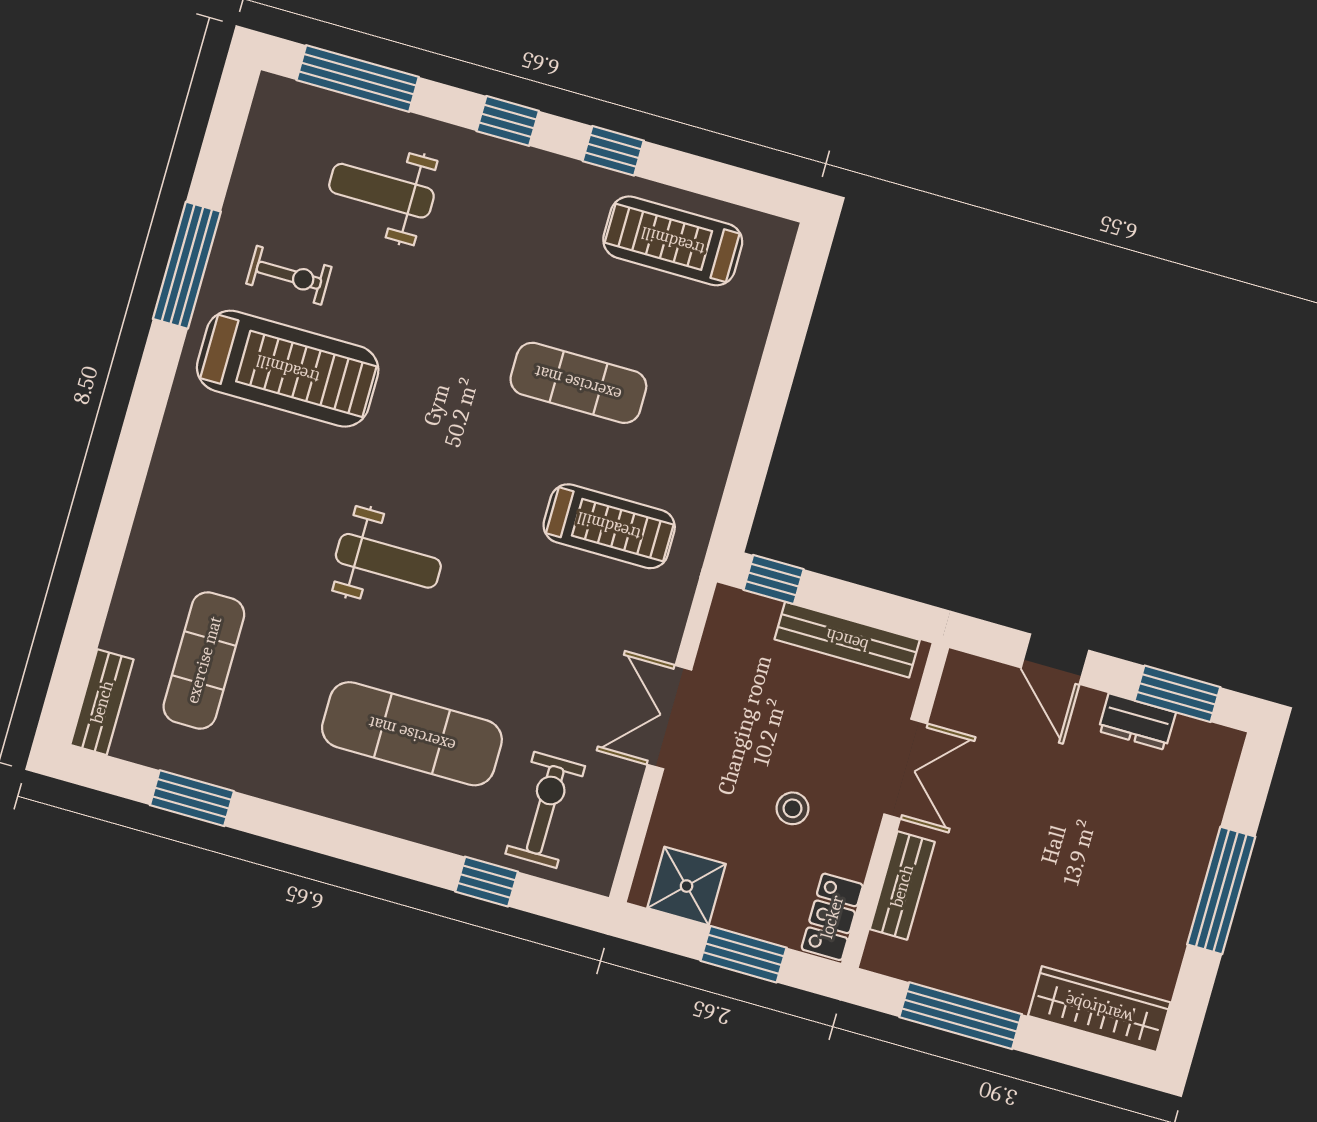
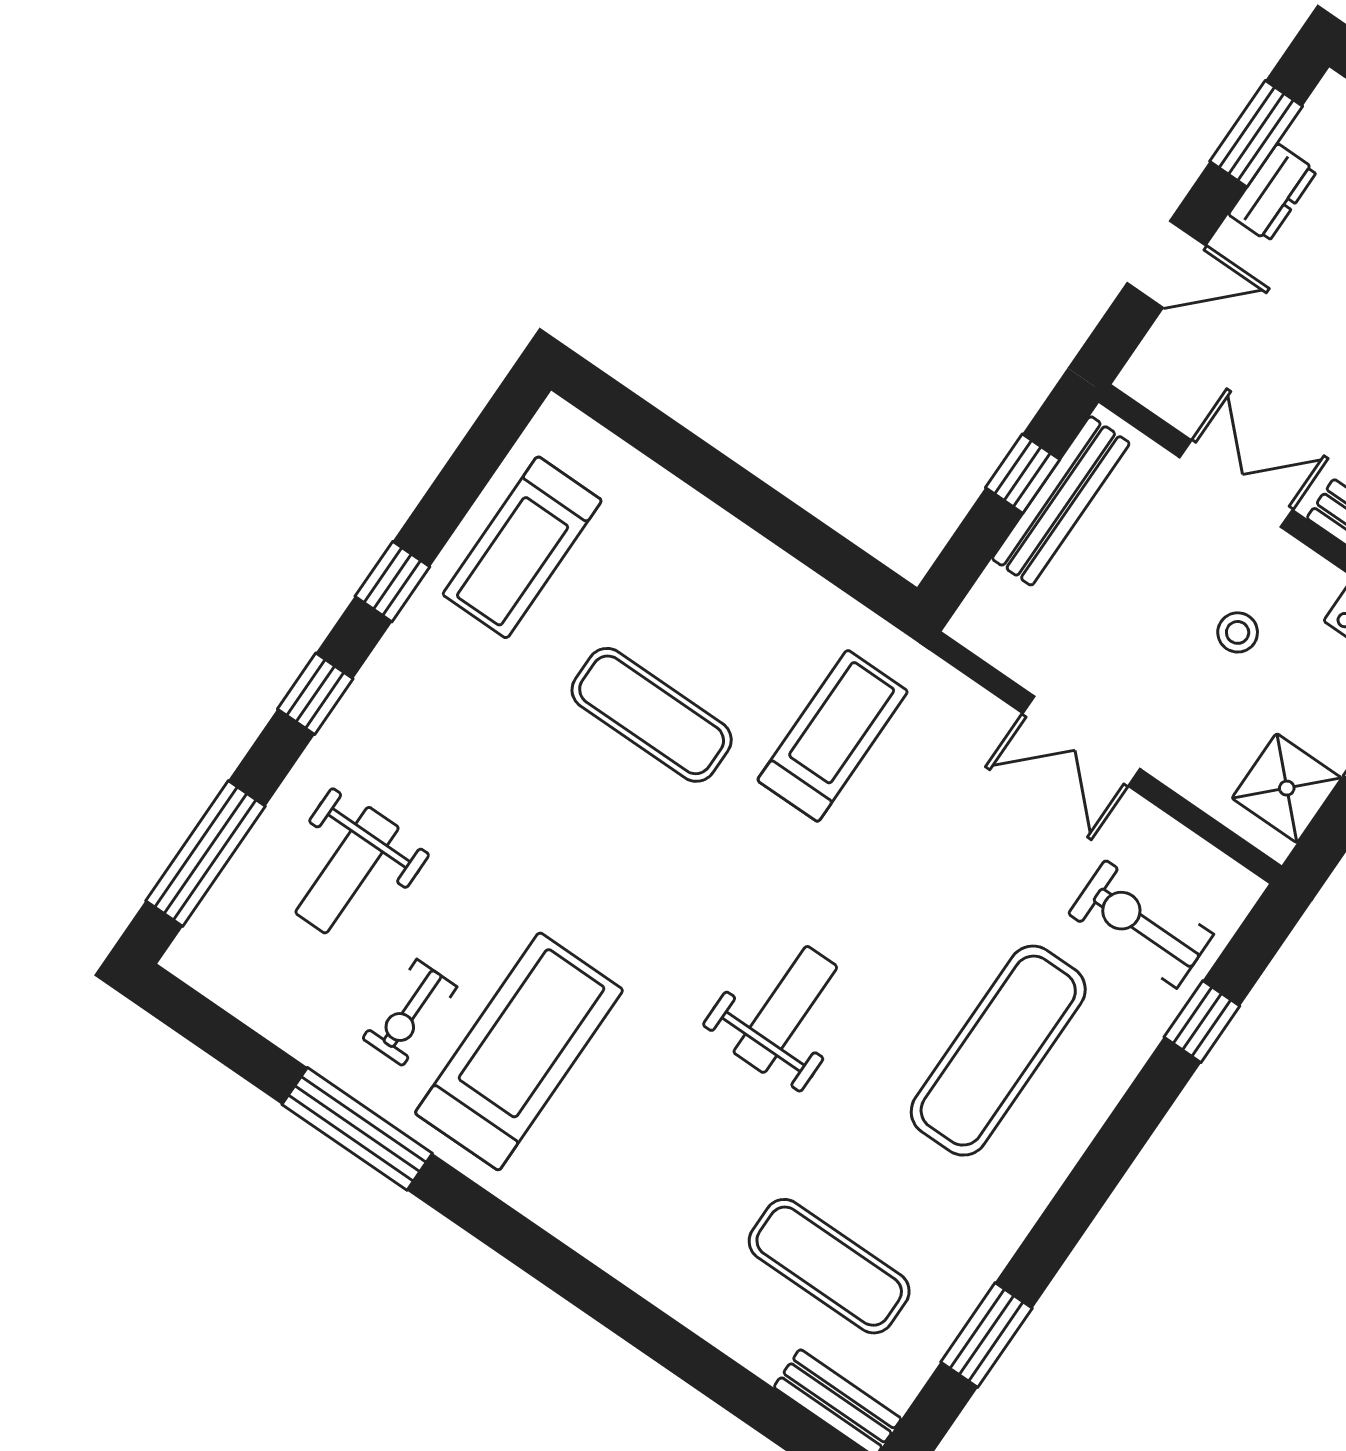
exercise bike: (289, 275) -> (410, 1013), turned 180
exercise mat: (578, 383) -> (652, 715), turned 90
window: (774, 579) -> (1023, 474), moved

